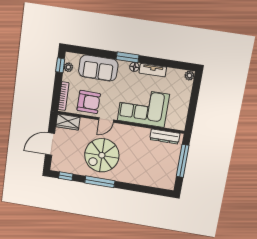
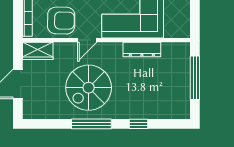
dresser: (165, 136) -> (142, 49), moved
window: (66, 176) -> (138, 124), moved

